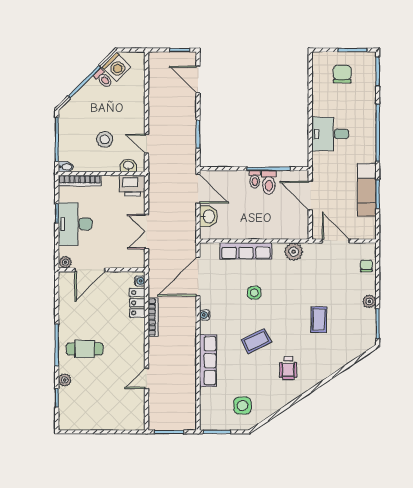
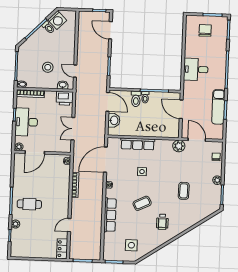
toilet: (269, 182) -> (136, 99), moved
plant: (294, 252) -> (179, 146), moved
locker: (137, 303) -> (62, 249), moved

